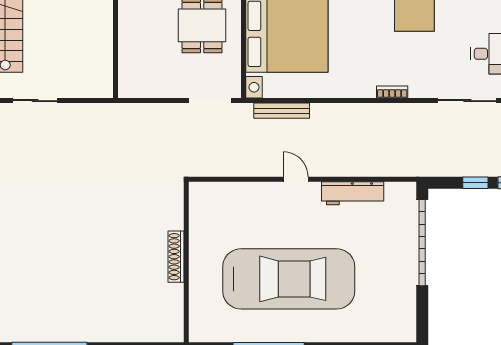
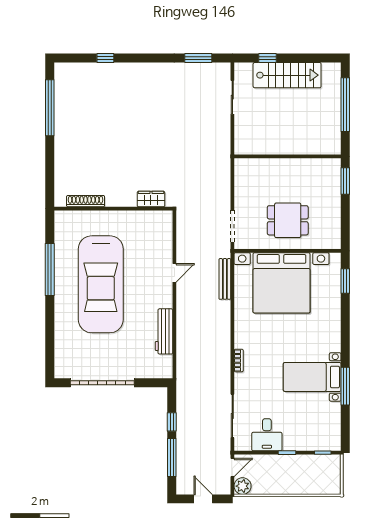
door: (296, 179) -> (174, 273), moved
wardrobe: (173, 211) -> (151, 199), added
garage door: (422, 243) -> (102, 383), moved
shoe rack: (176, 257) -> (86, 201), moved

